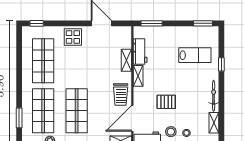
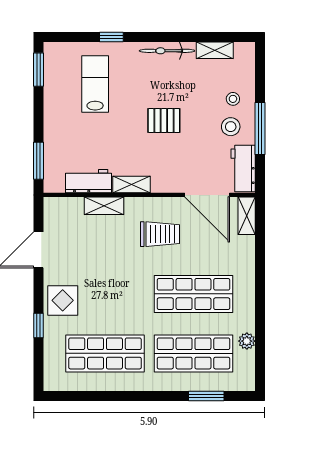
window: (37, 23) -> (38, 325), moved
trolley: (121, 95) -> (160, 234), moved
pallet: (166, 102) -> (164, 121), moved, turned 90

